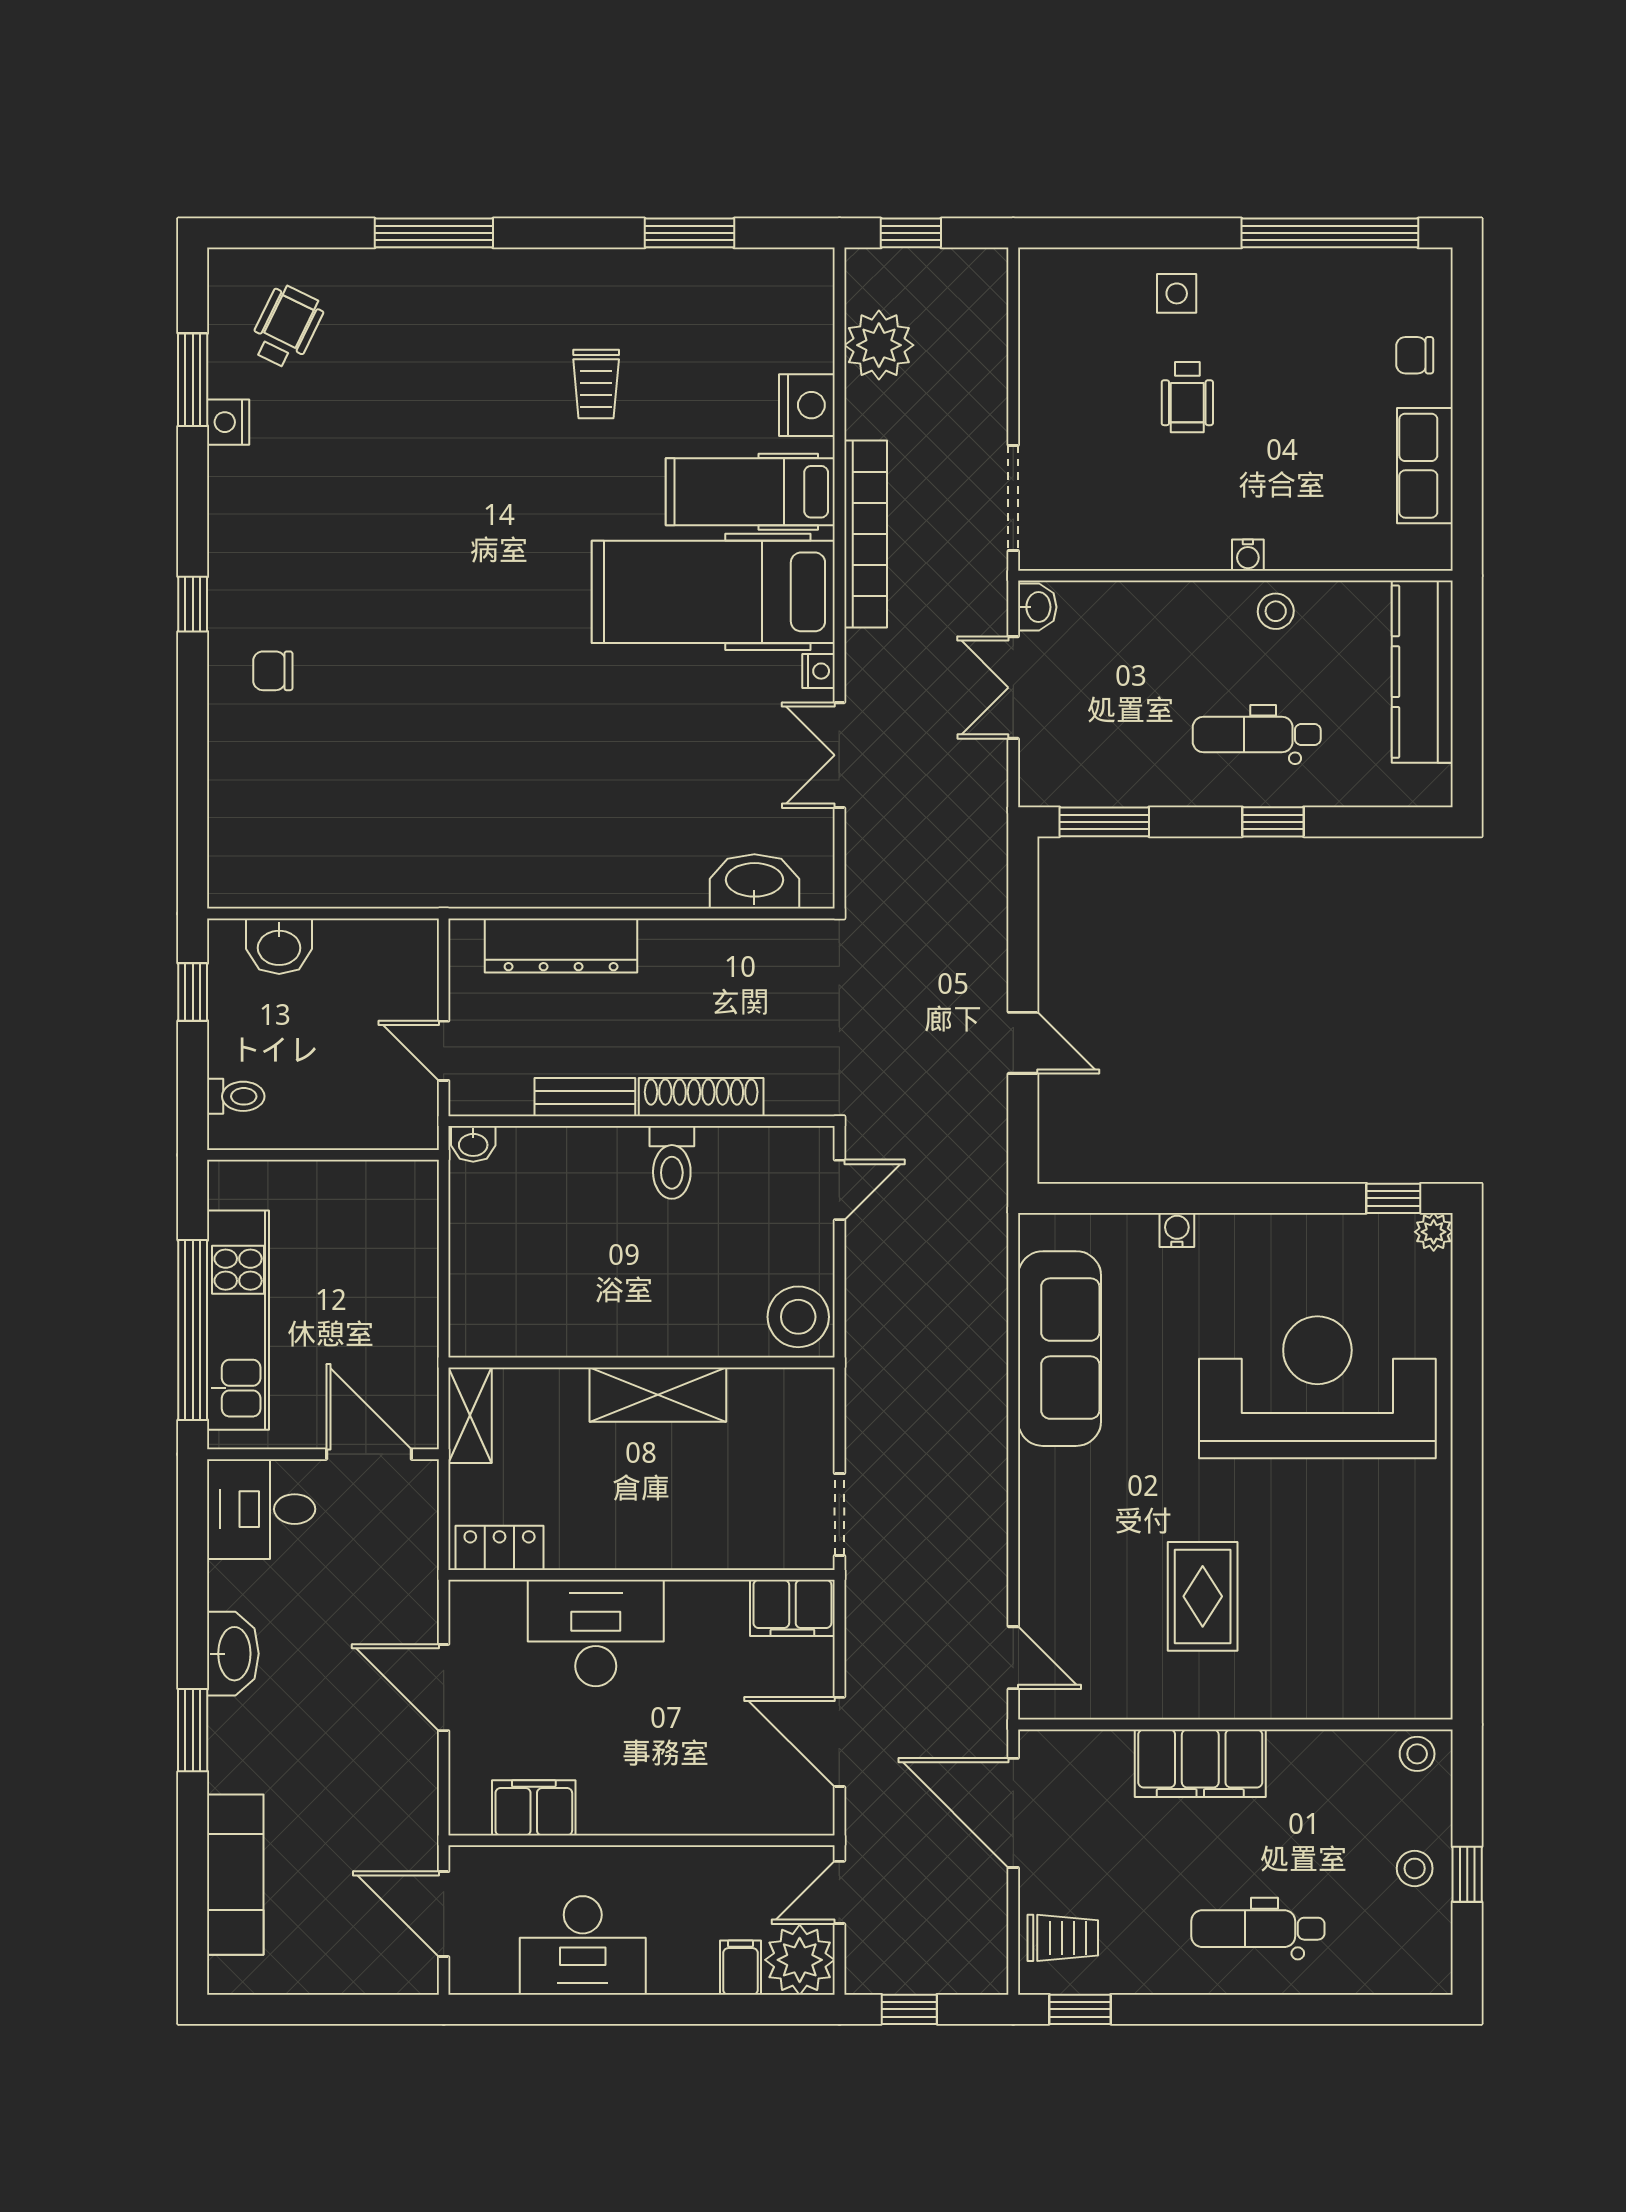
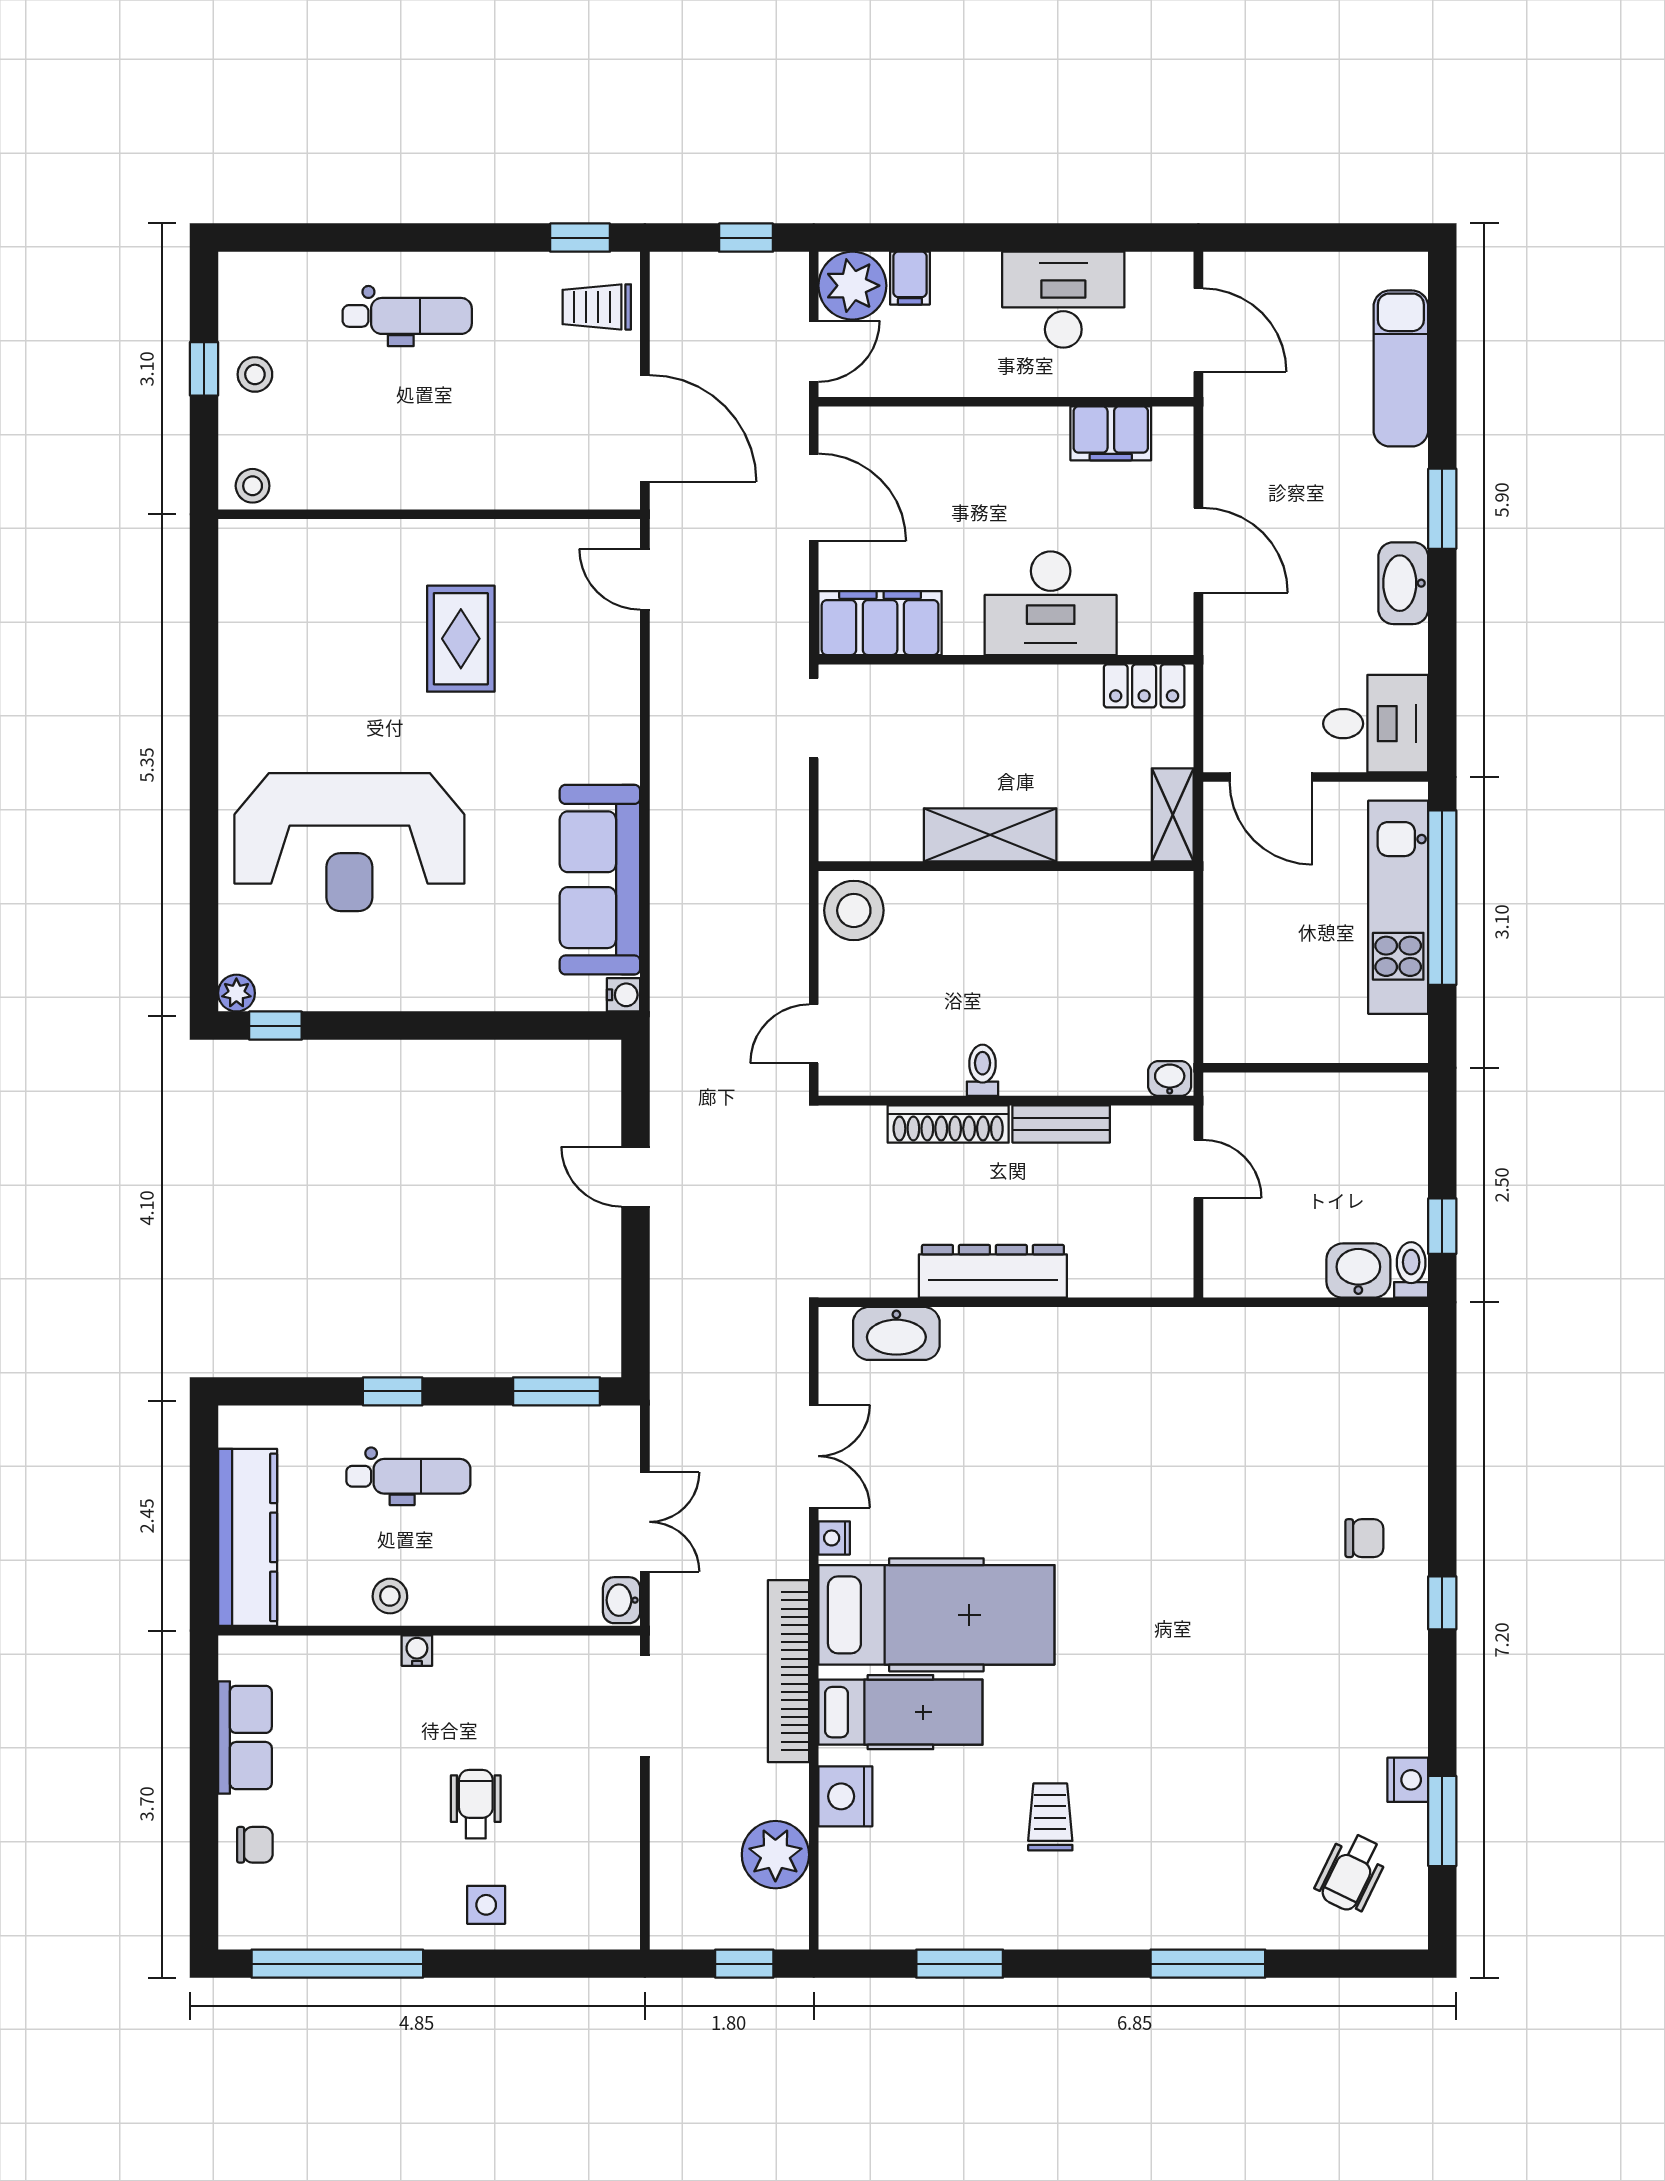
dresser: (561, 946) -> (993, 1271), moved
toilet: (236, 1096) -> (1411, 1270), moved, turned 90
toilet: (672, 1162) -> (982, 1070), width x0.73, depth x0.72
water cooler: (1177, 1230) -> (624, 995), moved, turned -90
filing cabinet: (792, 1608) -> (880, 623), width x1.50, depth x1.17
filing cabinet: (1200, 1763) -> (463, 477), removed

